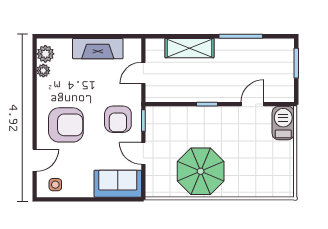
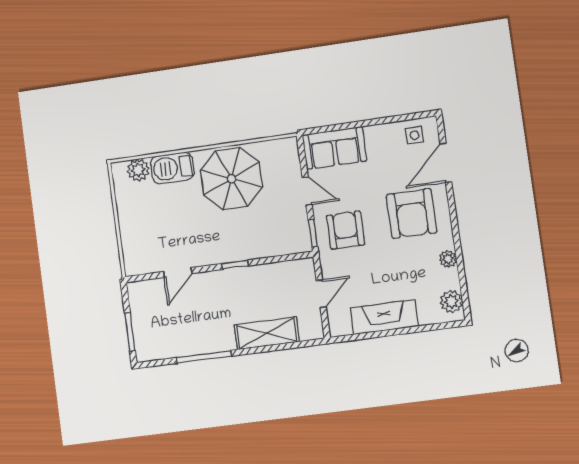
plant: (43, 71) -> (448, 259), moved
barbecue: (283, 123) -> (172, 168), moved, turned 90
armchair: (66, 125) -> (412, 214), turned -90
door: (35, 160) -> (446, 163), width x1.38
plant: (273, 188) -> (138, 170), added

